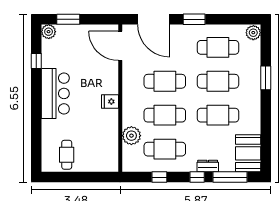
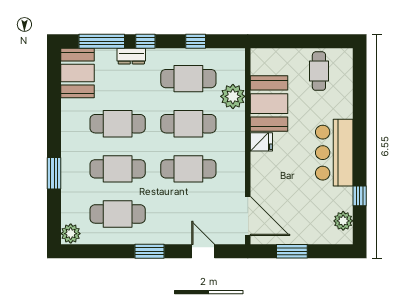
window: (68, 19) -> (292, 251), moved
door: (154, 19) -> (203, 251), width x0.53
plant: (49, 32) -> (343, 221), moved
booth: (104, 130) -> (269, 104), added

